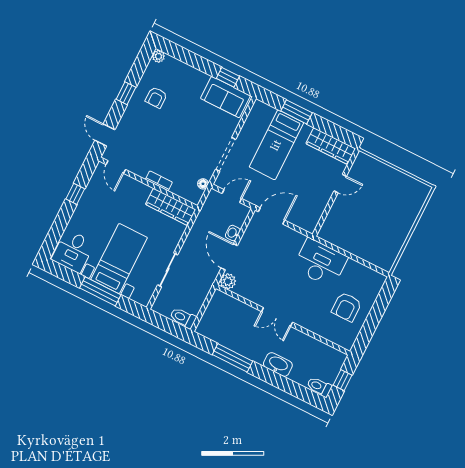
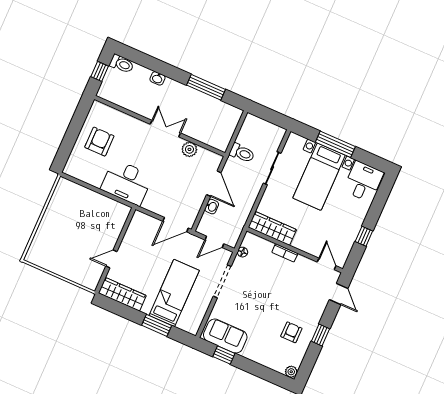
plant: (228, 281) -> (189, 149), moved
toilet: (183, 318) -> (242, 153), moved
washbasin: (278, 364) -> (157, 78), width x0.52, depth x0.69

